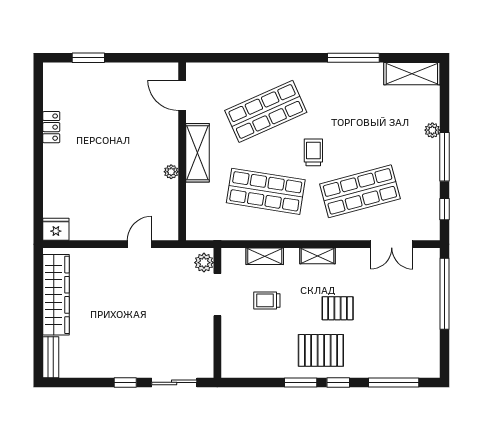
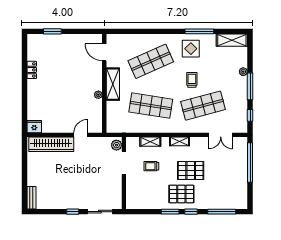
display table: (338, 89) -> (191, 49), added
trolley: (313, 152) -> (192, 80), moved
wardrobe: (56, 295) -> (51, 144), moved, turned 90
pallet: (338, 308) -> (191, 171), width x1.50, depth x1.42

